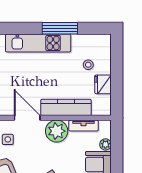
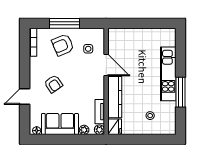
fridge: (103, 84) -> (115, 127), moved, turned 90
door: (27, 118) -> (106, 65), hinge flipped
plant: (57, 131) -> (99, 130), moved, width x0.53, depth x0.53

